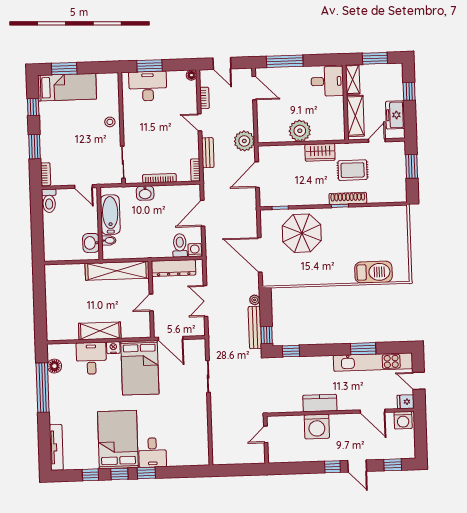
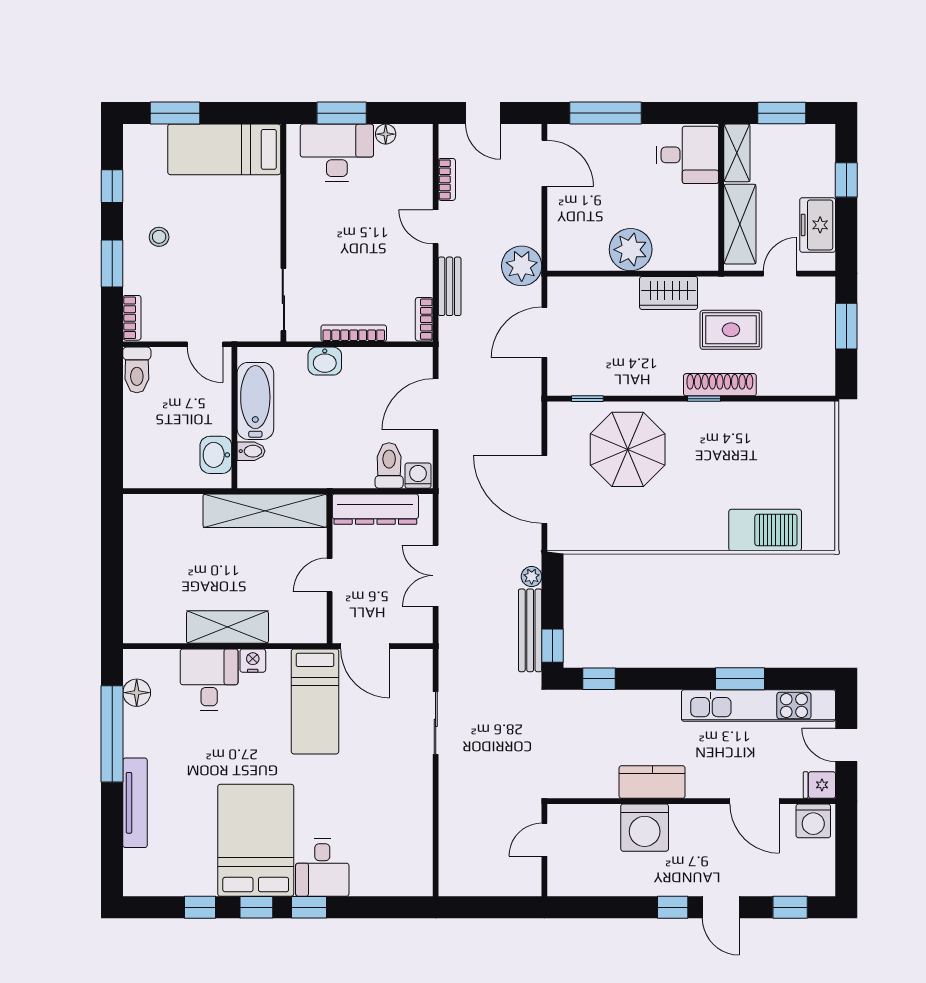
floor lamp: (191, 75) -> (386, 134), moved
bed: (67, 87) -> (224, 149), moved, turned 180
stool: (110, 122) -> (159, 237), moved
bed: (140, 368) -> (315, 701), width x0.67
tv unit: (56, 447) -> (135, 803), moved

